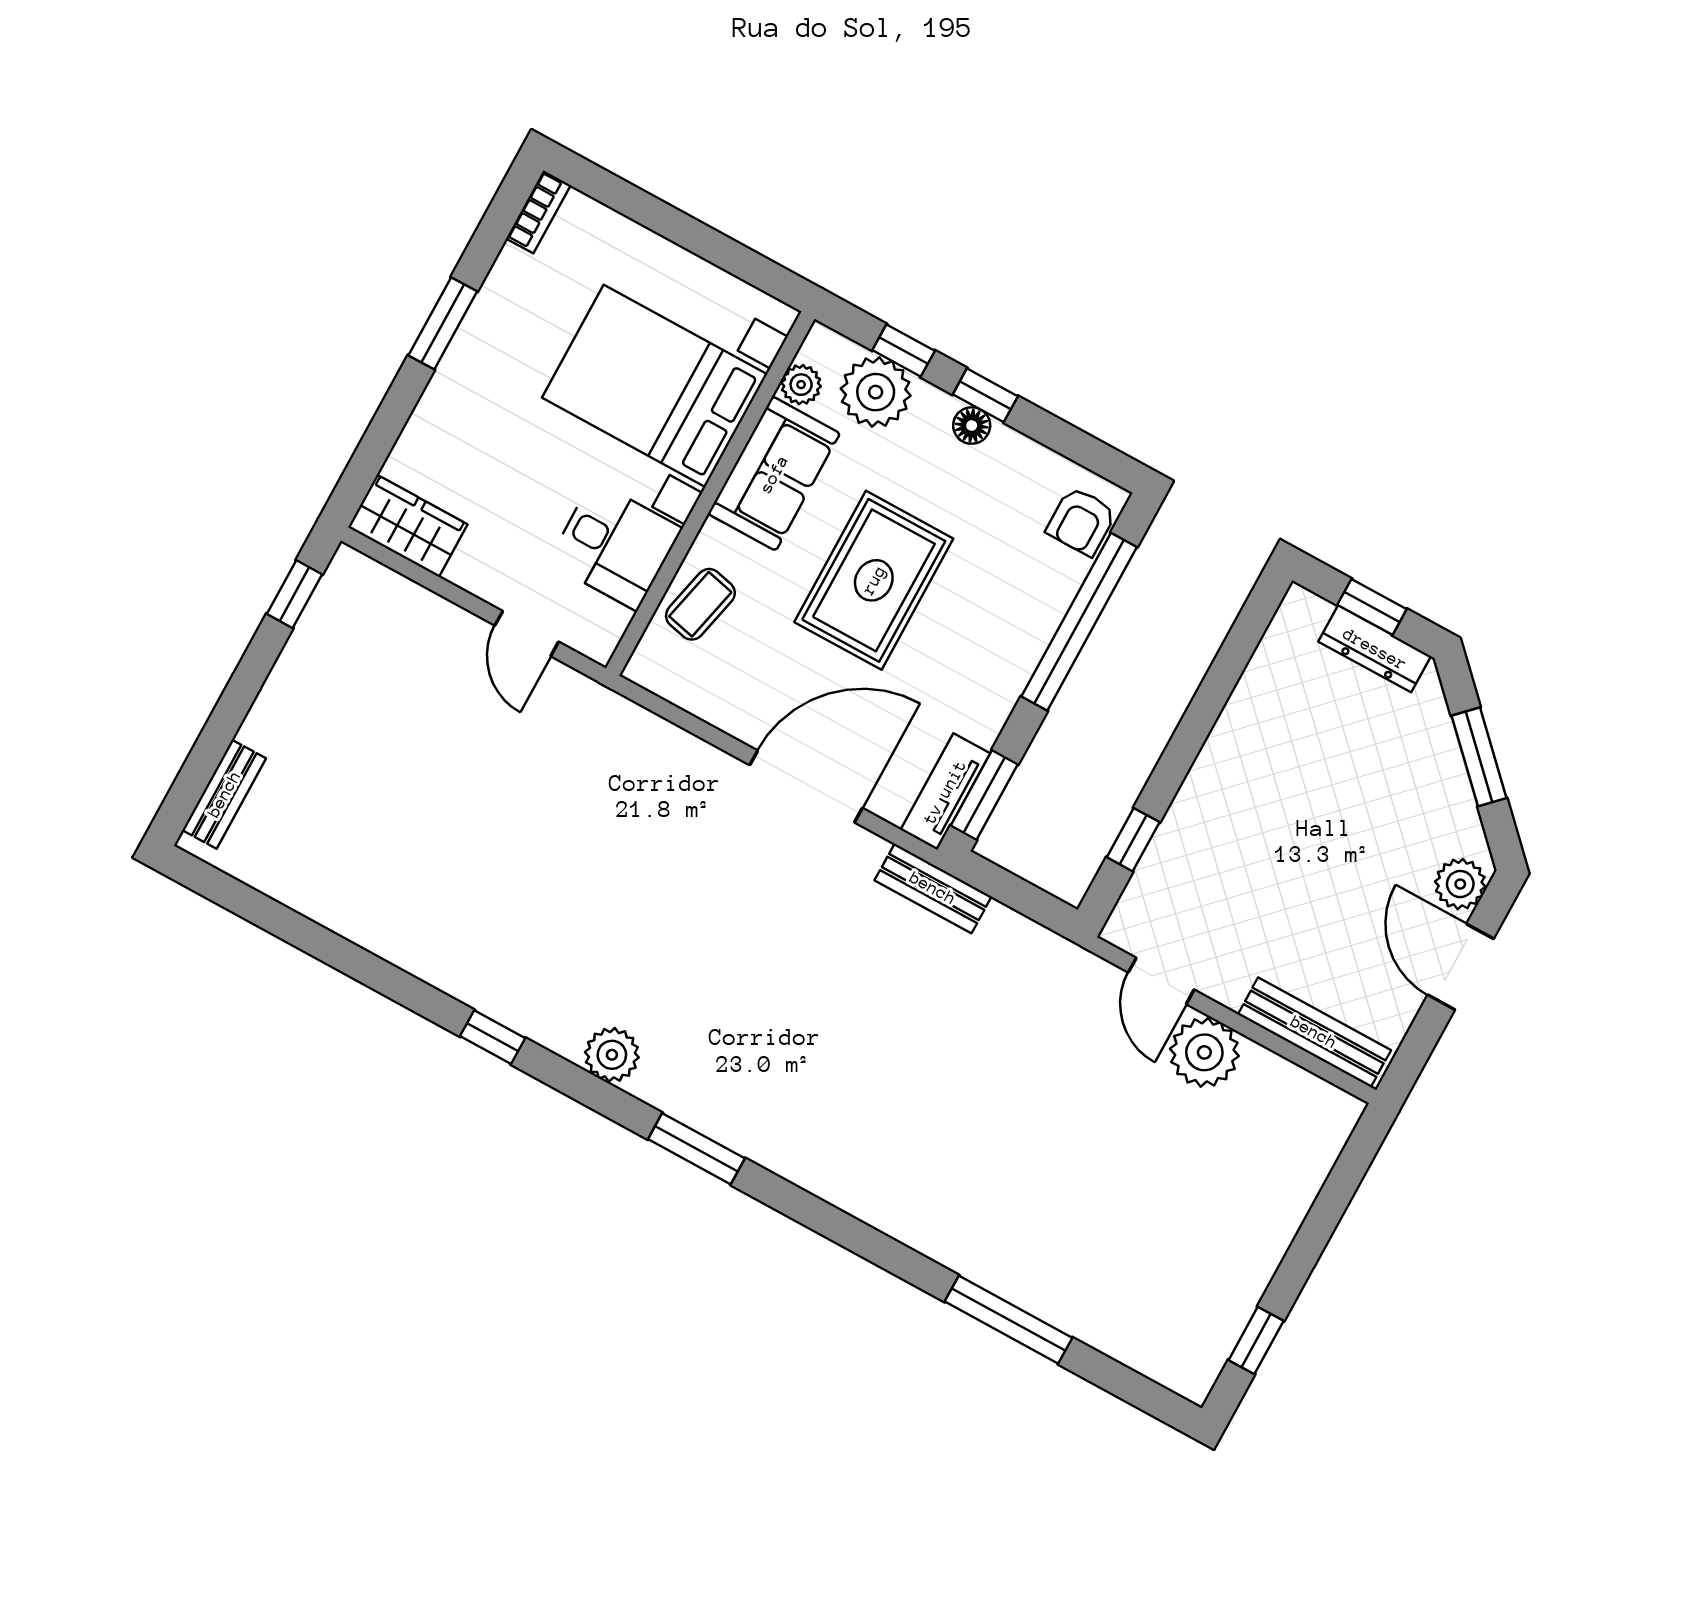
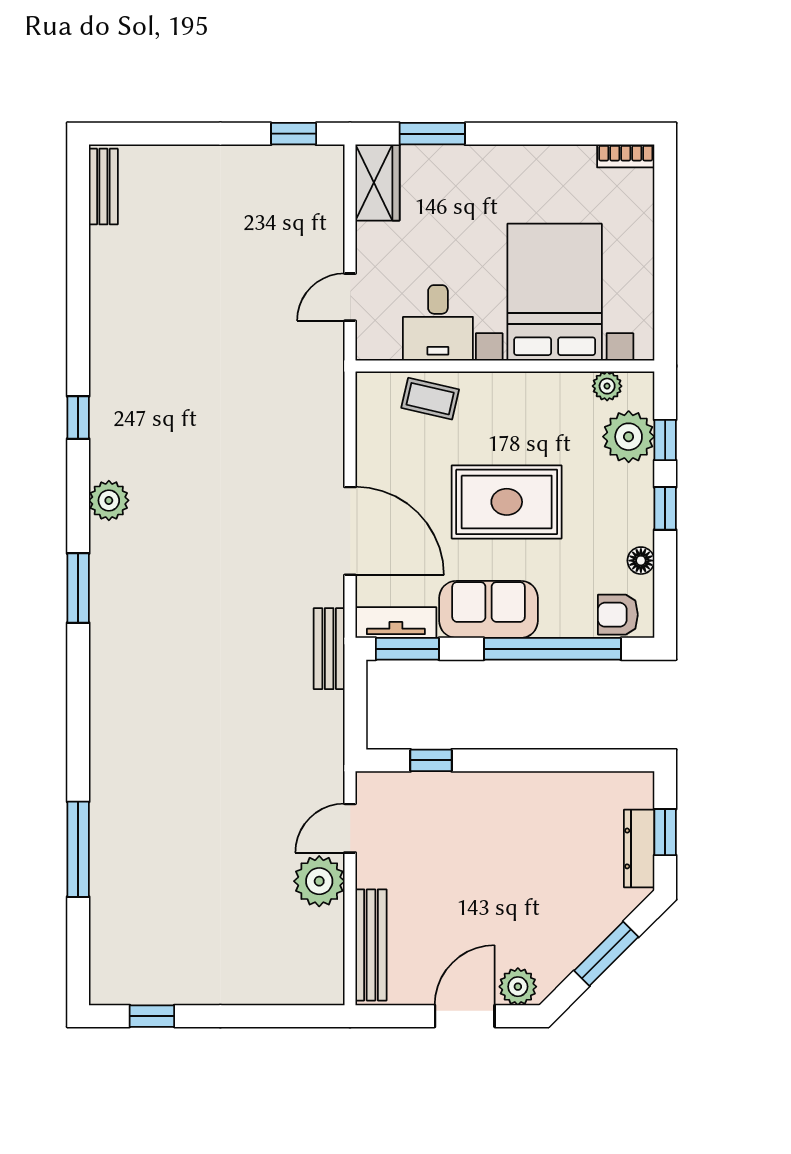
window: (443, 323) -> (432, 134), moved
floor lamp: (972, 426) -> (641, 561), moved
sofa: (774, 474) -> (489, 609), moved, turned 180
bench: (224, 794) -> (103, 187), moved, turned 90

